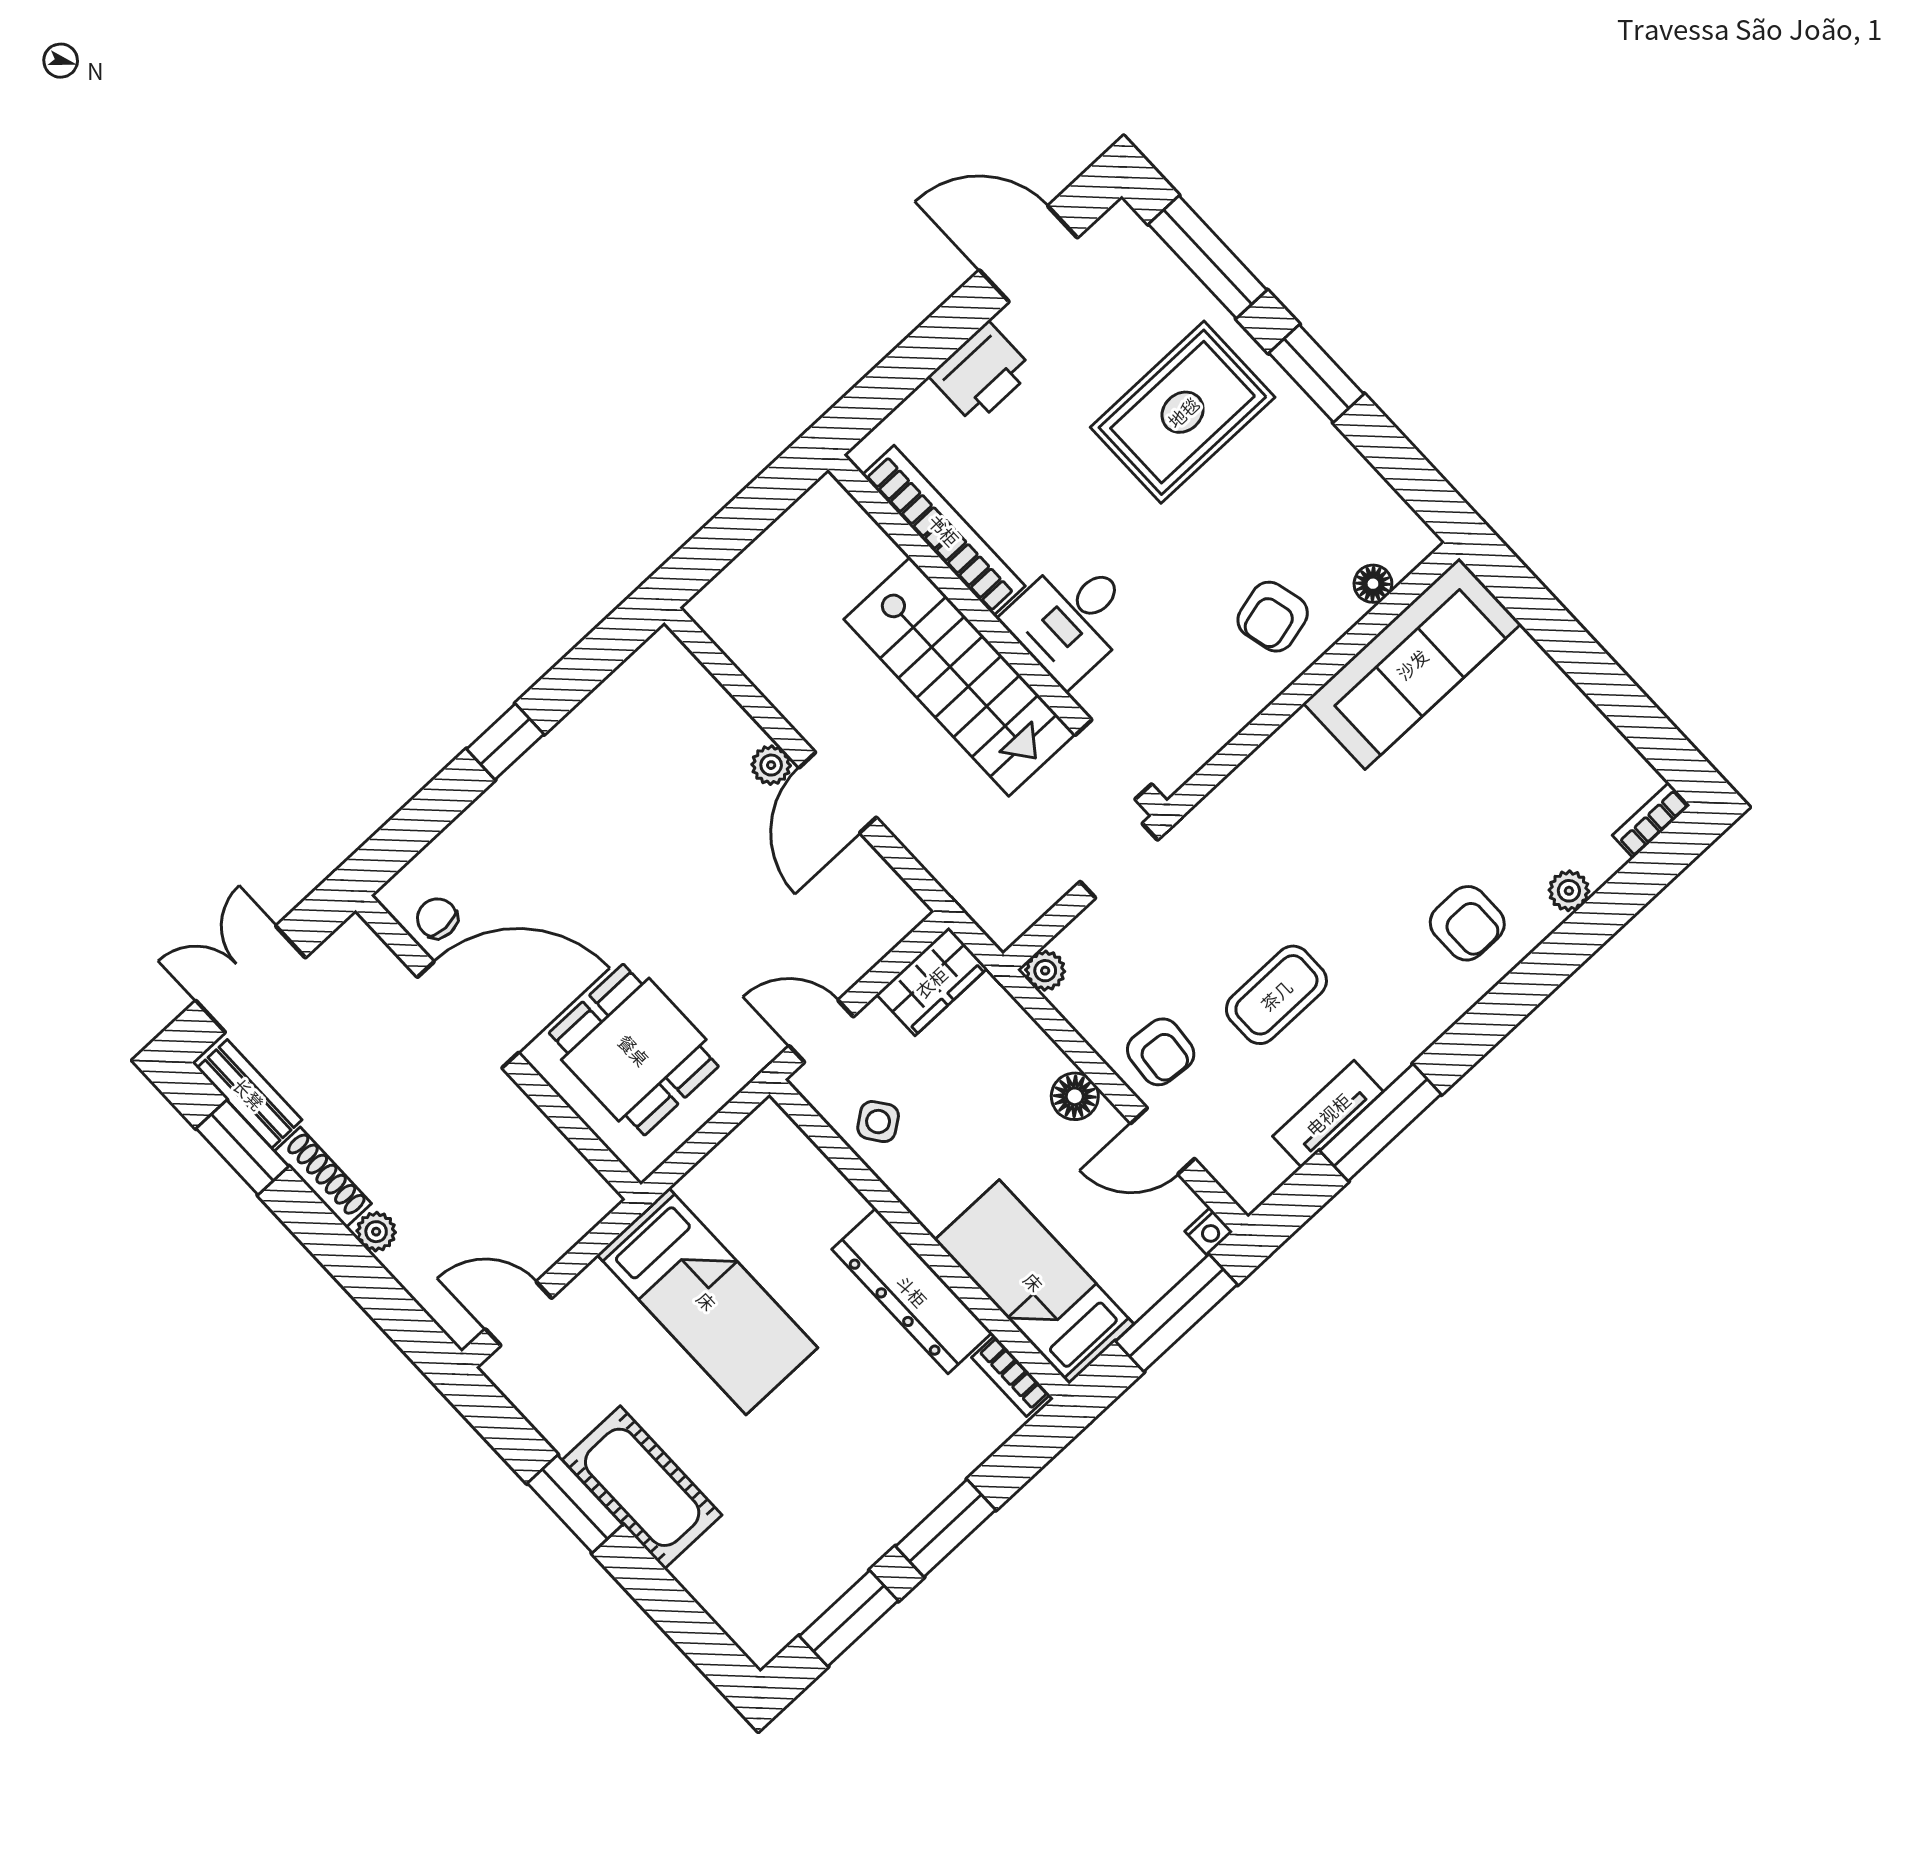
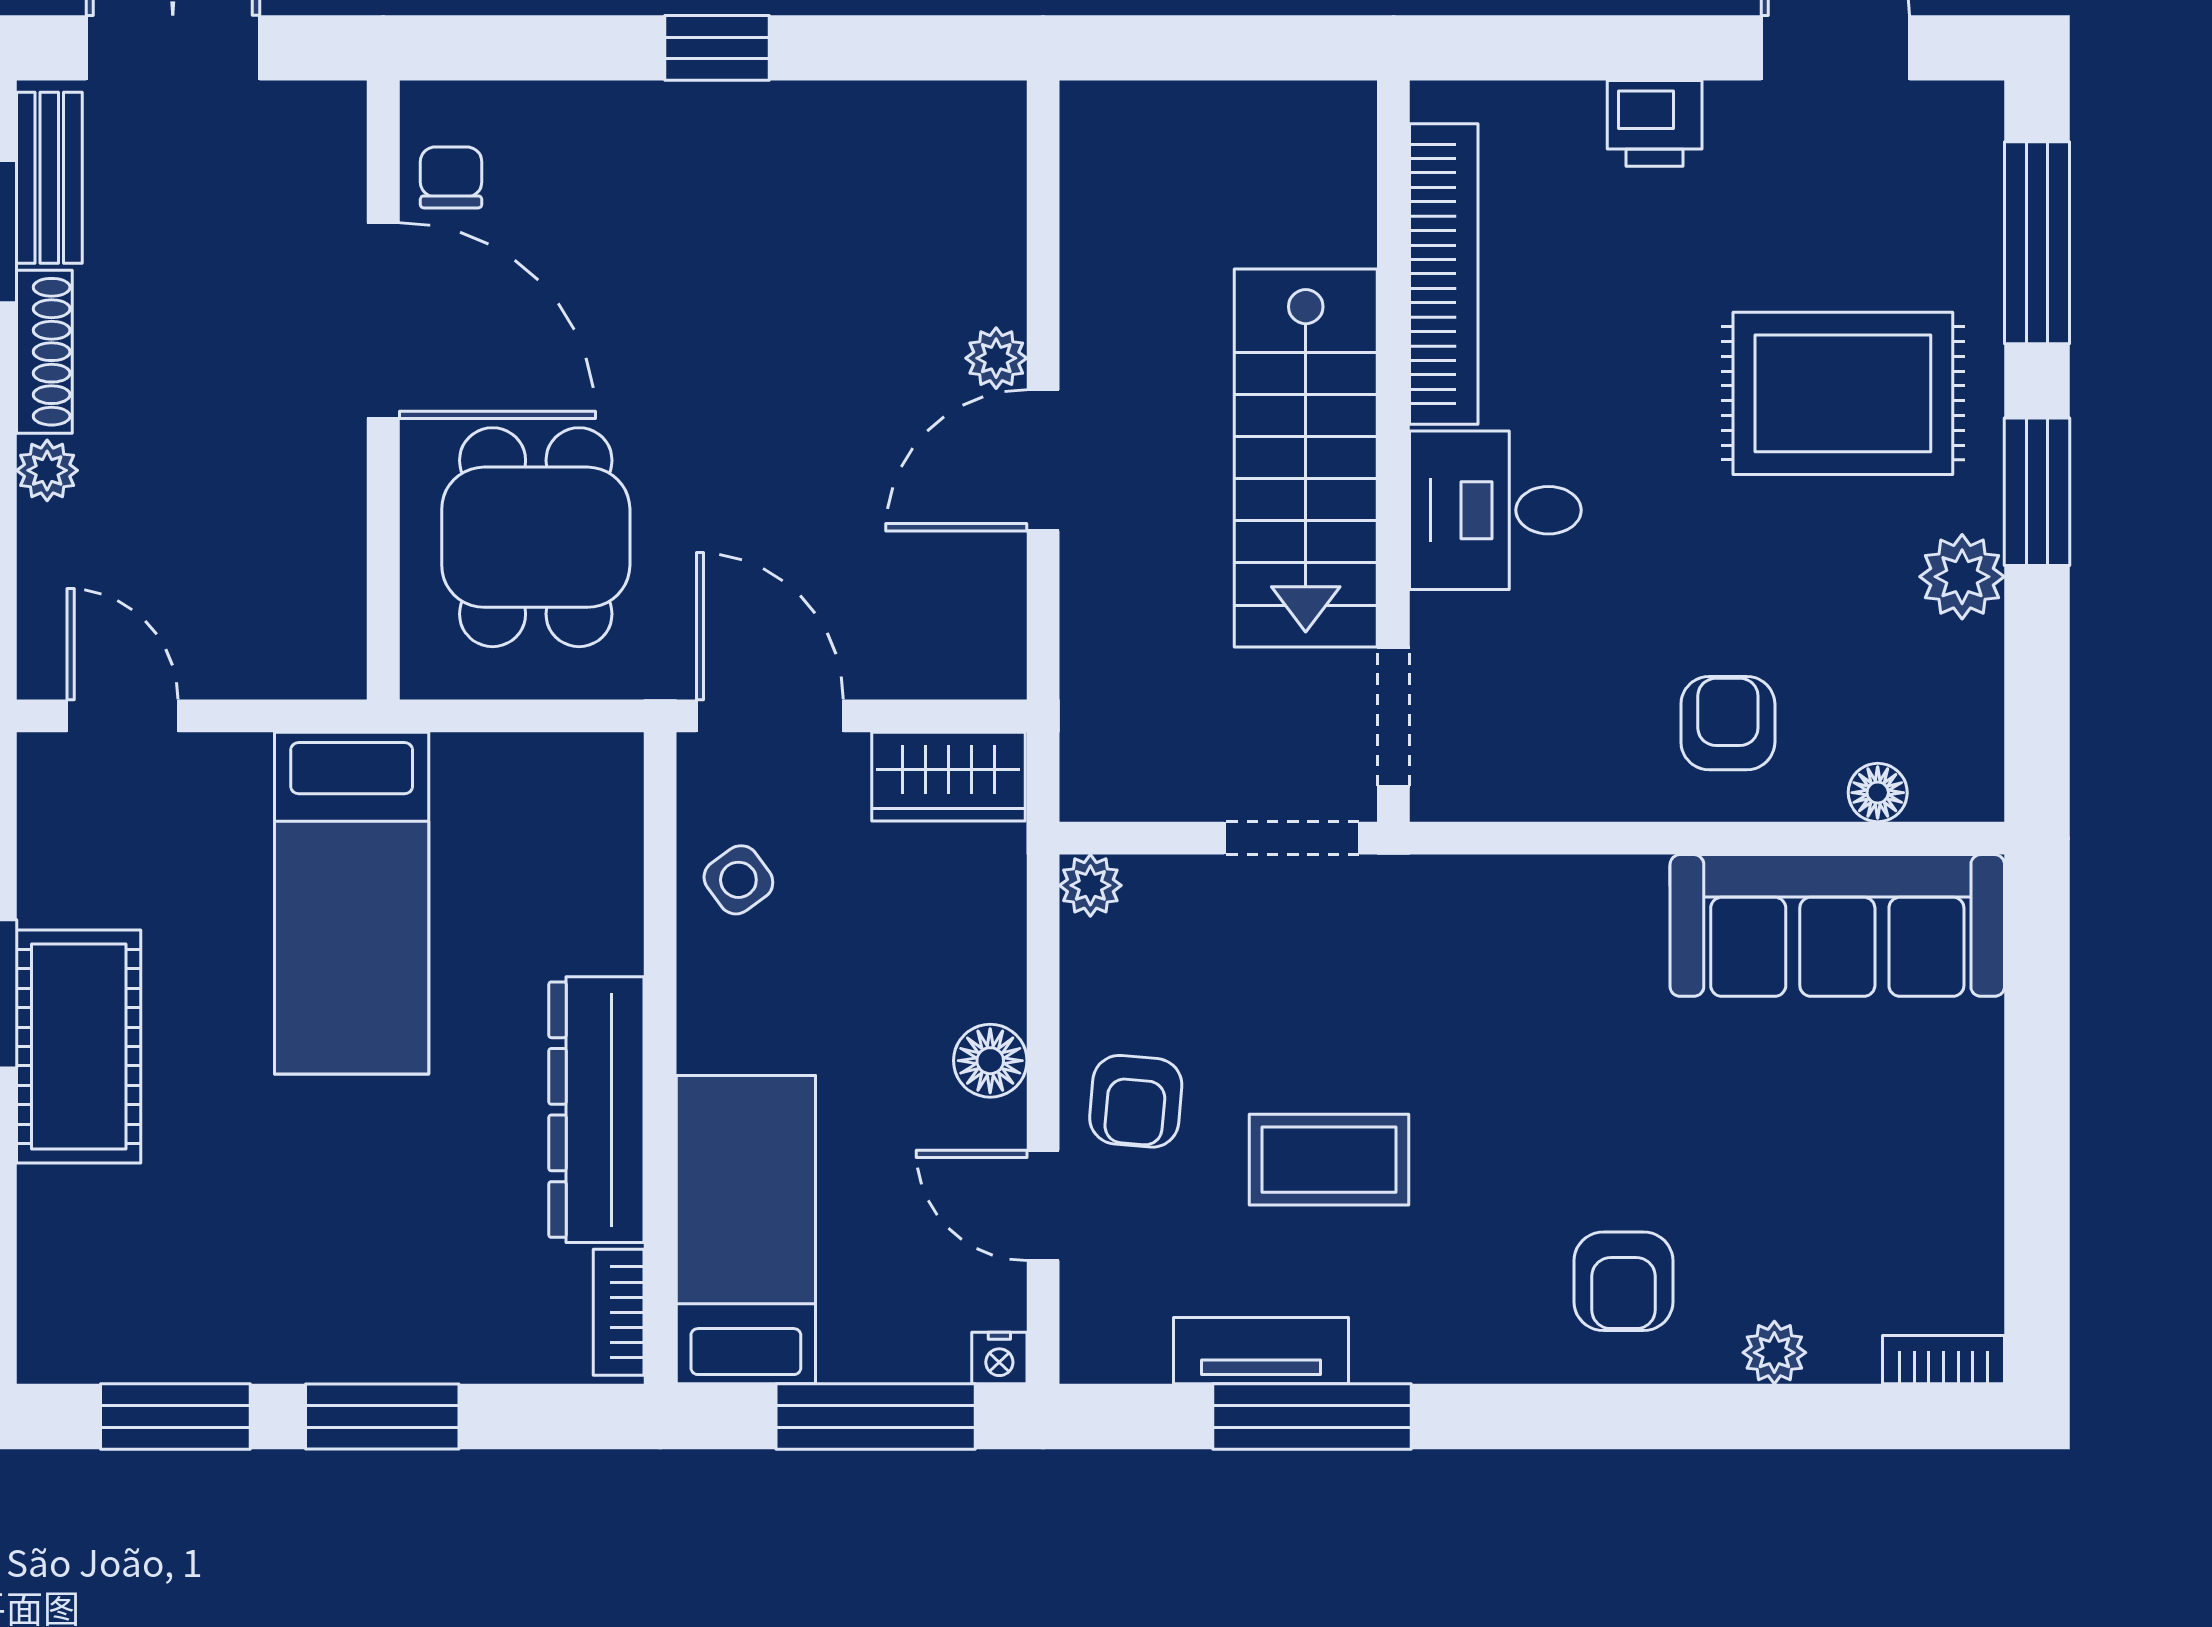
printer: (981, 373) -> (1655, 123), width x0.73, depth x0.81
plant: (1318, 446) -> (1962, 577), added
armchair: (1273, 617) -> (1728, 723), turned 104
door: (821, 1031) -> (770, 716), width x1.38

